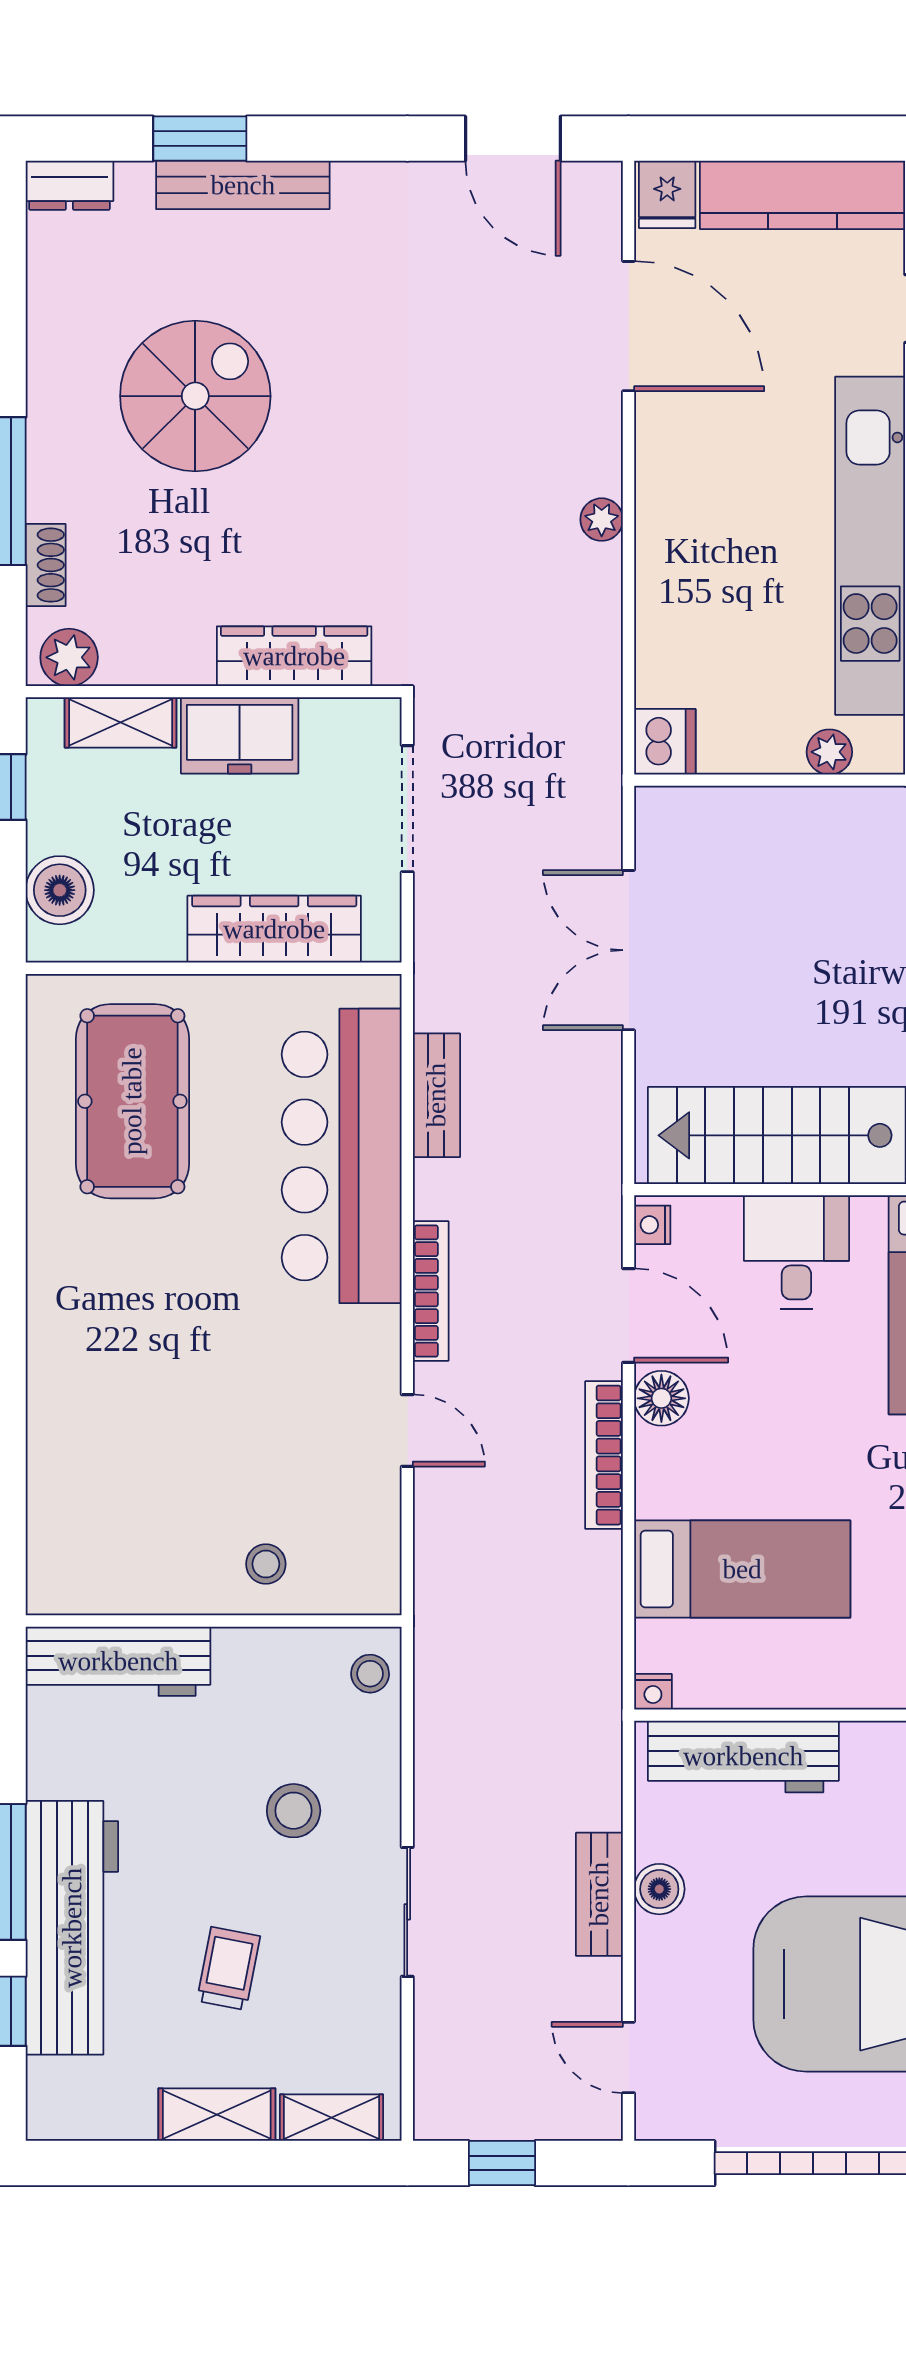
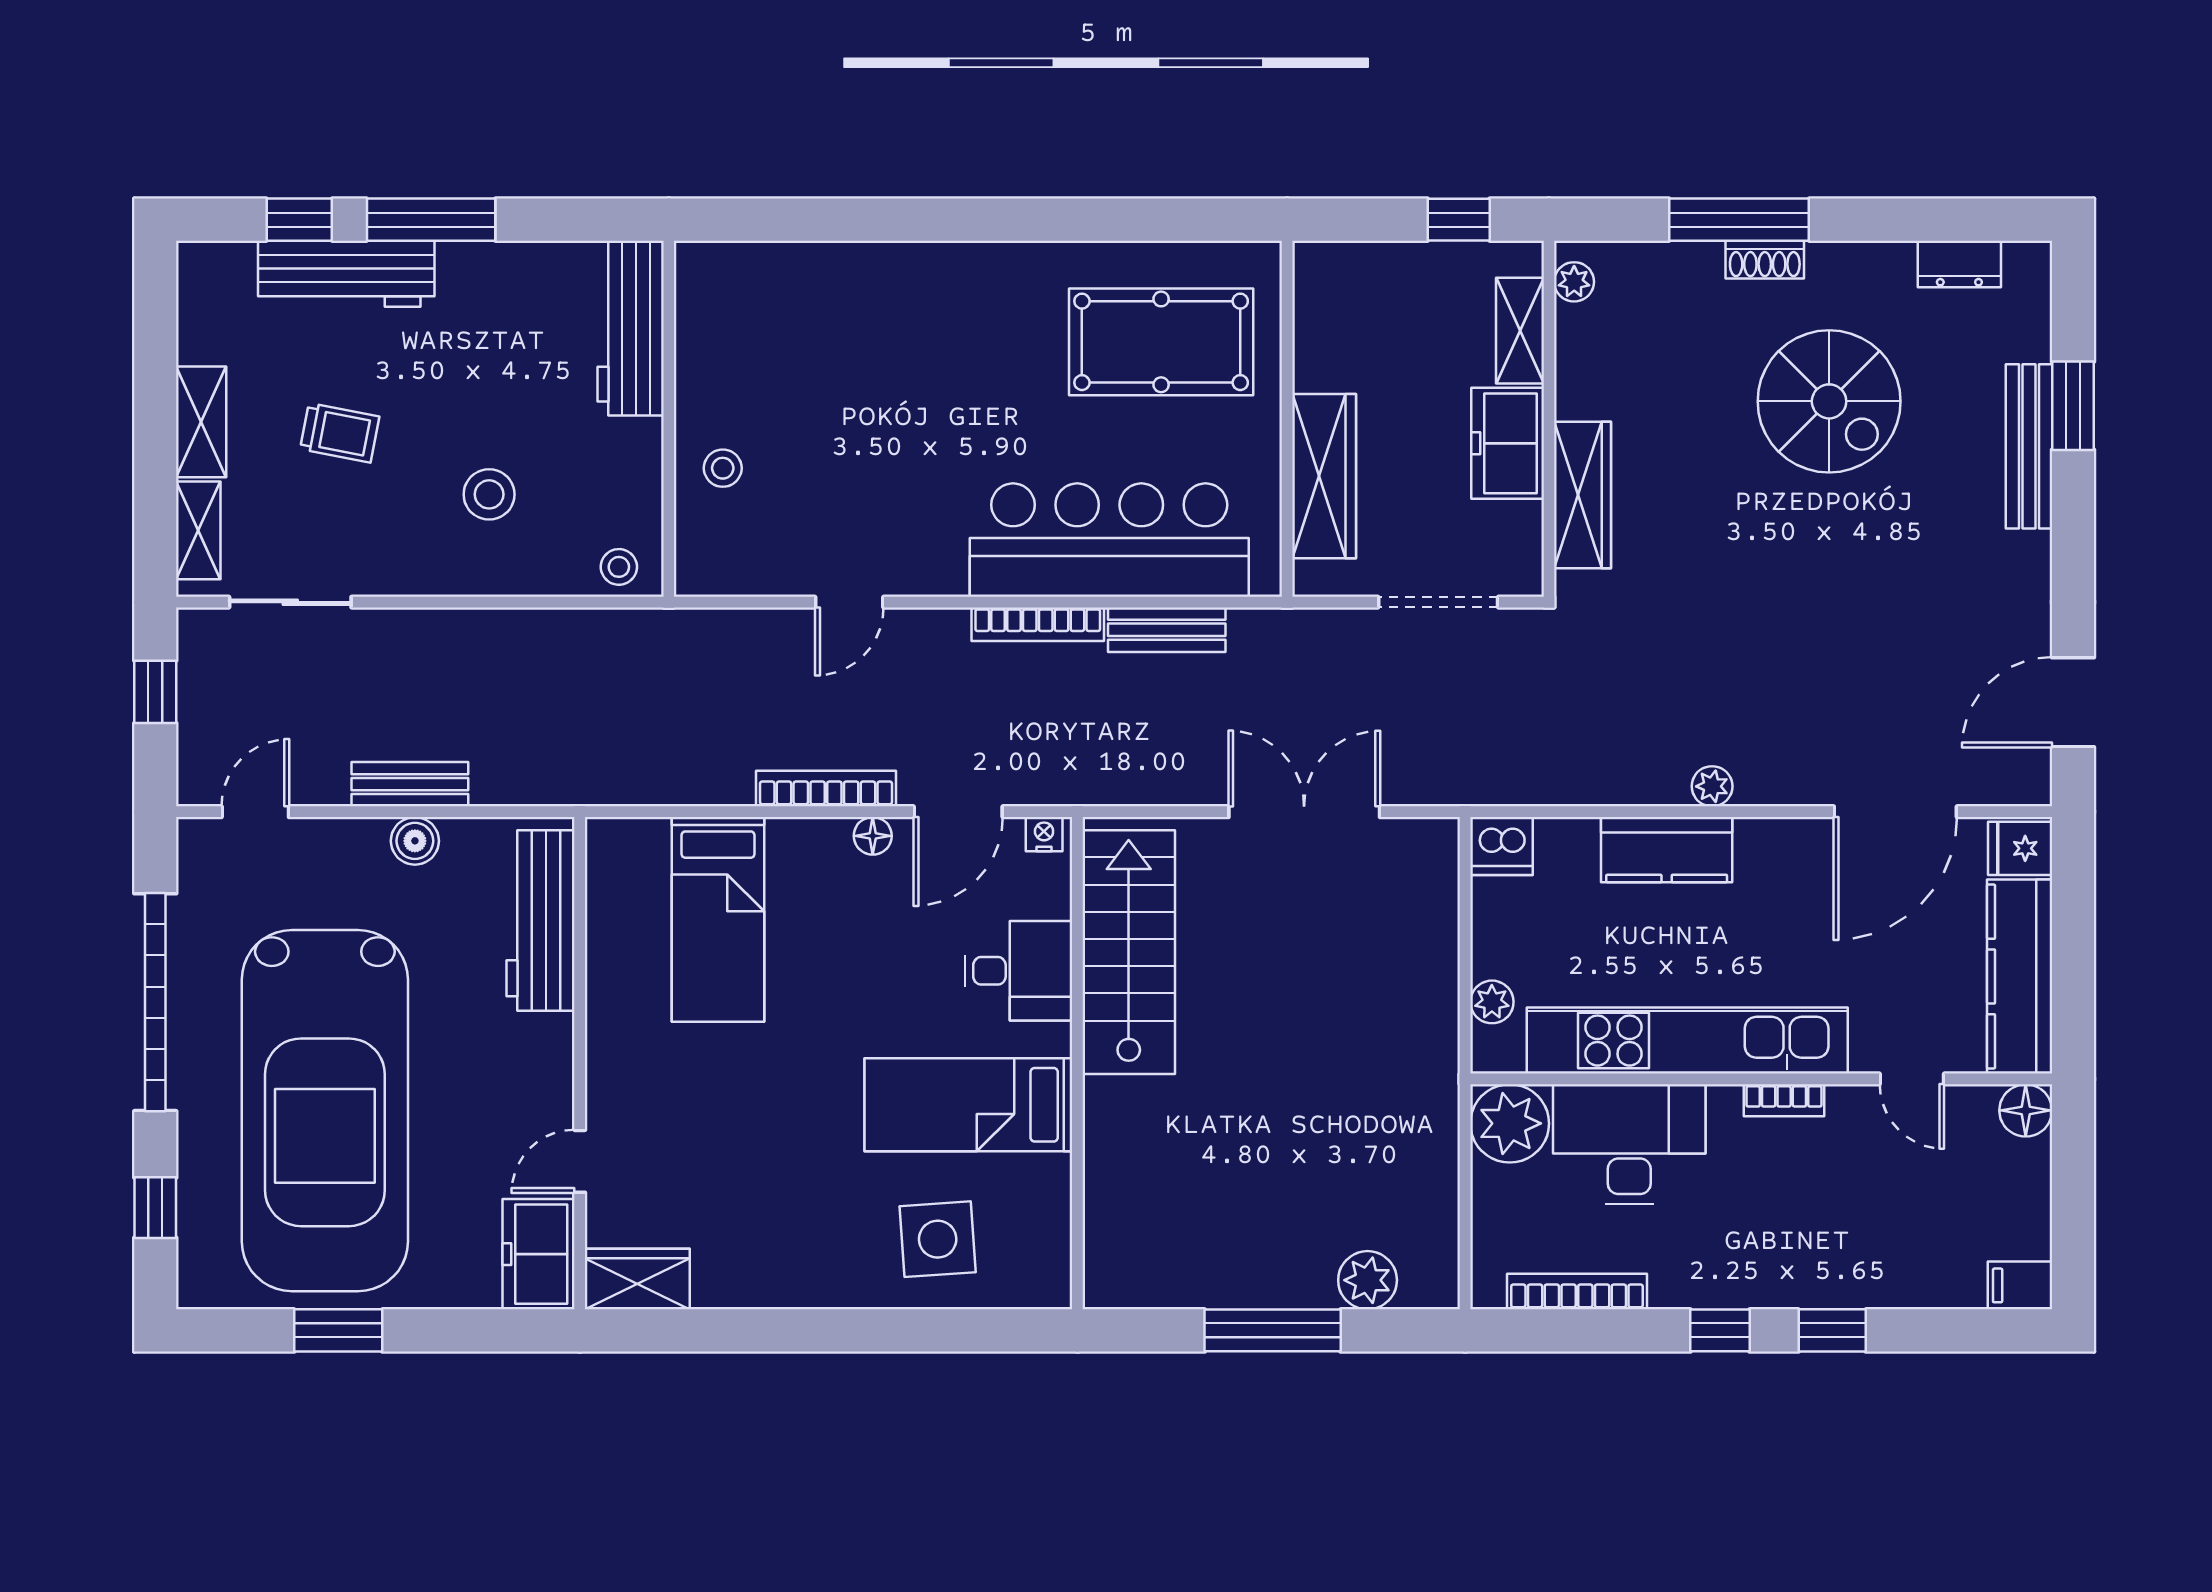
dresser: (69, 185) -> (1959, 264), moved, turned -90
shoe rack: (46, 565) -> (1765, 260), moved
kitchen counter: (669, 568) -> (1667, 850), added
plant: (69, 657) -> (1574, 282), width x0.73, depth x0.73
boiler: (60, 890) -> (1361, 273), removed
bookcase: (431, 1291) -> (1038, 624), moved
floor lamp: (661, 1398) -> (873, 836), width x0.73, depth x0.73
nightstand: (653, 1692) -> (602, 835), removed
sliding door: (407, 1912) -> (290, 602), moved
workbench: (72, 1928) -> (346, 274), width x0.73, depth x0.76

